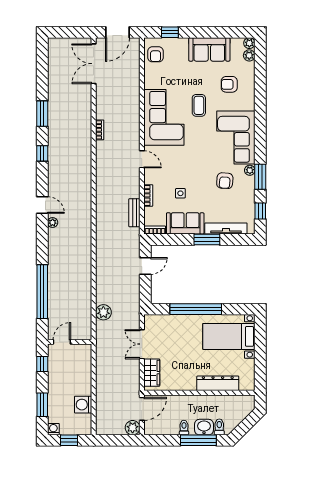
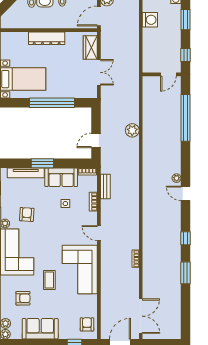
plant: (103, 312) -> (132, 130), moved
dresser: (218, 383) -> (47, 38), moved

